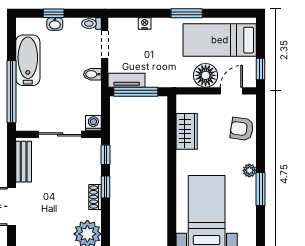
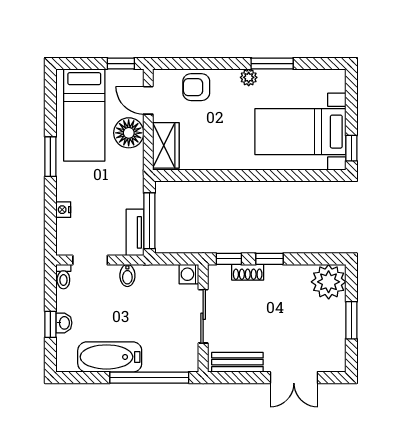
armchair: (242, 129) -> (196, 87), turned 82
wardrobe: (187, 131) -> (166, 145), moved, turned 90
shoe rack: (95, 197) -> (248, 272), moved

